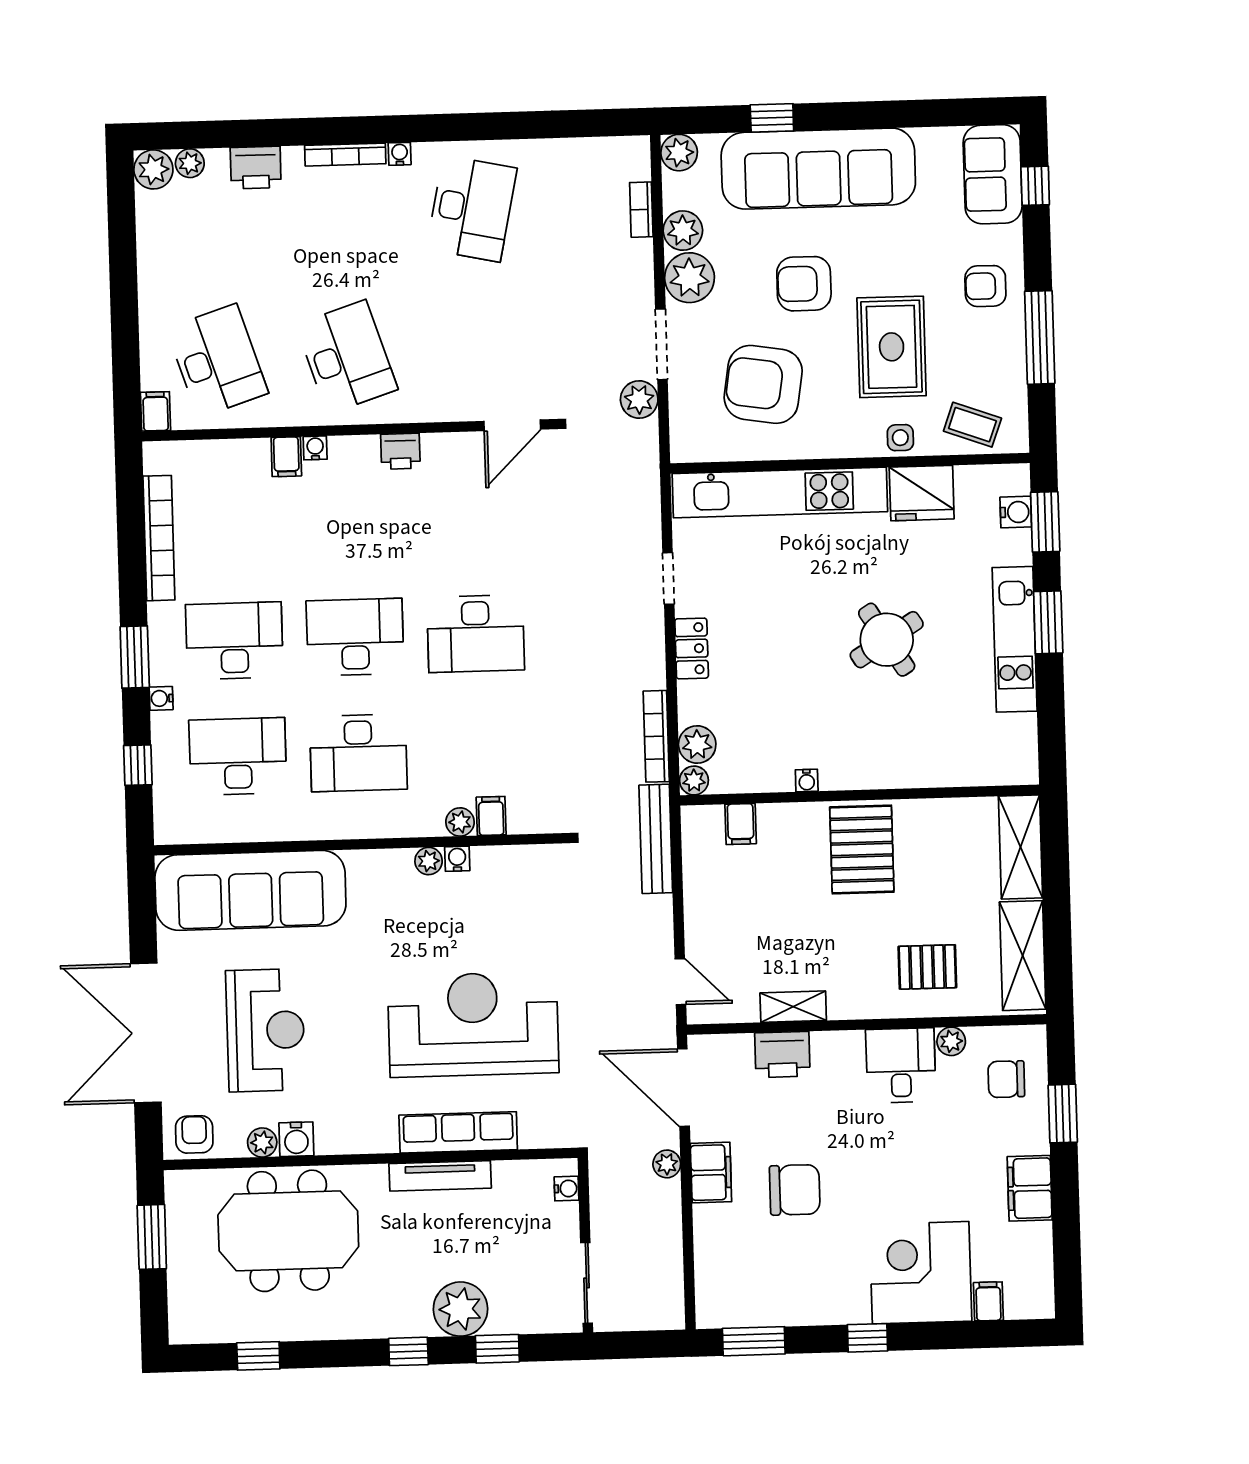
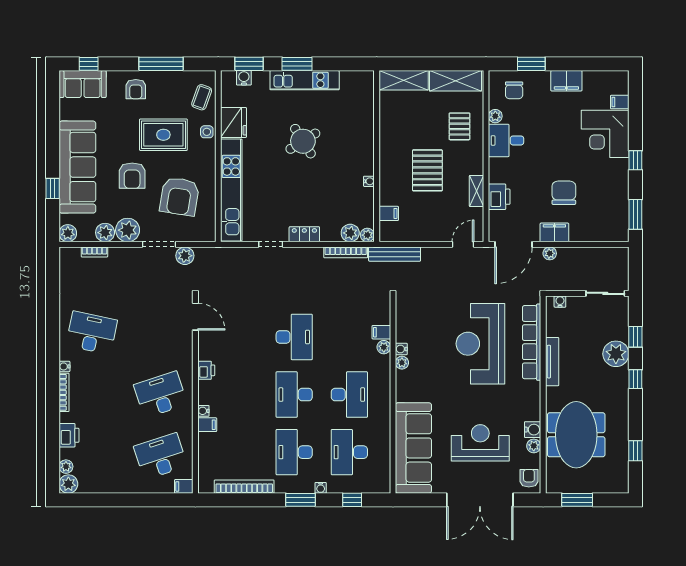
pallet: (862, 850) -> (427, 170), moved, turned 90
row of seats: (458, 1132) -> (532, 342), width x1.36
armchair: (194, 1134) -> (529, 478), turned 90

